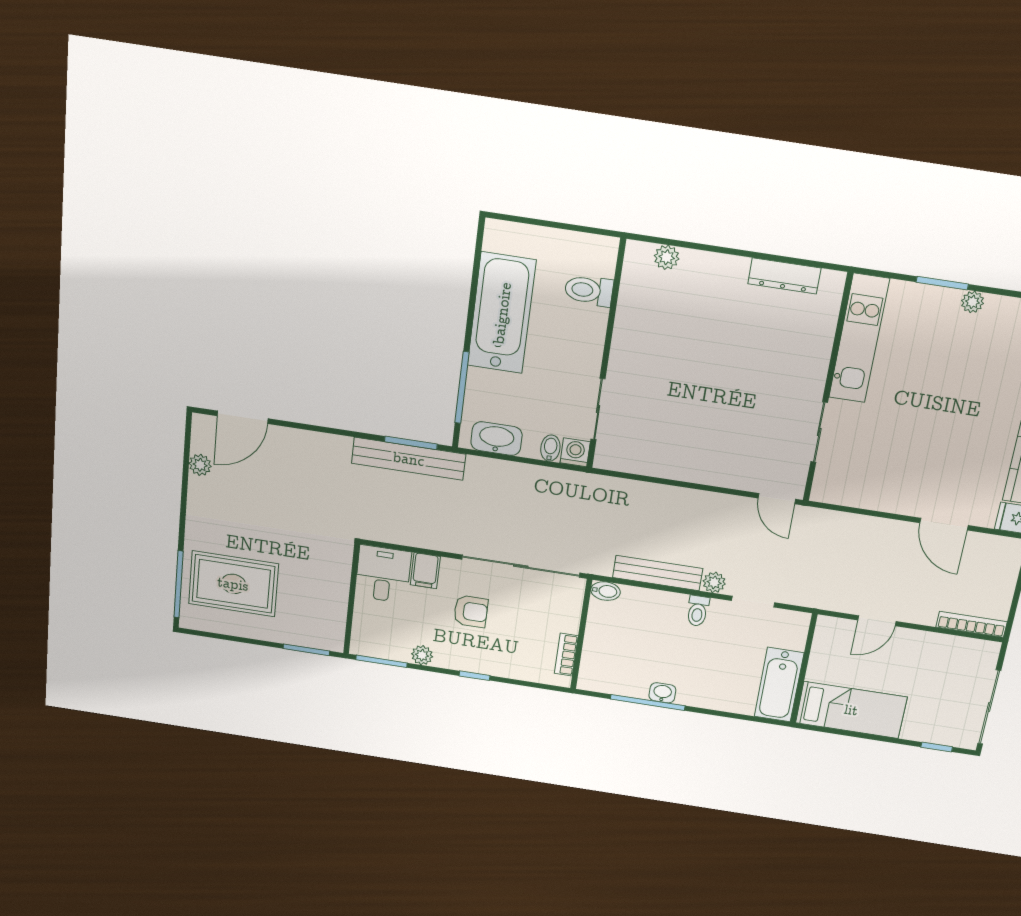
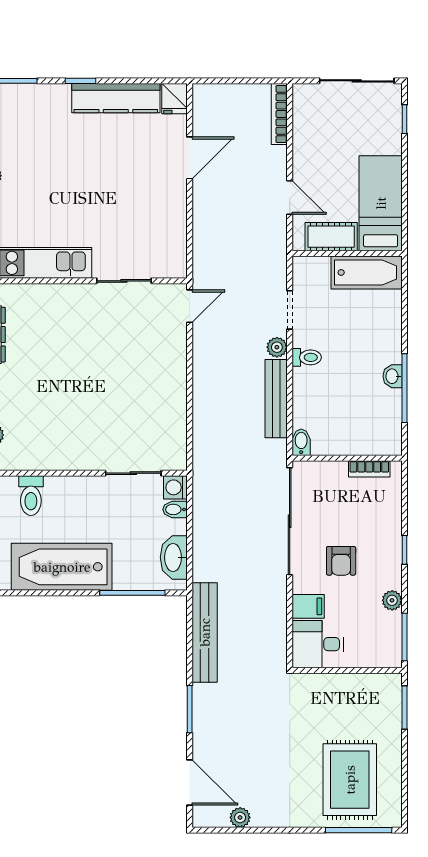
window: (411, 443) -> (190, 709), moved
armchair: (471, 611) -> (341, 561), turned 180
cot: (825, 656) -> (331, 237), added

